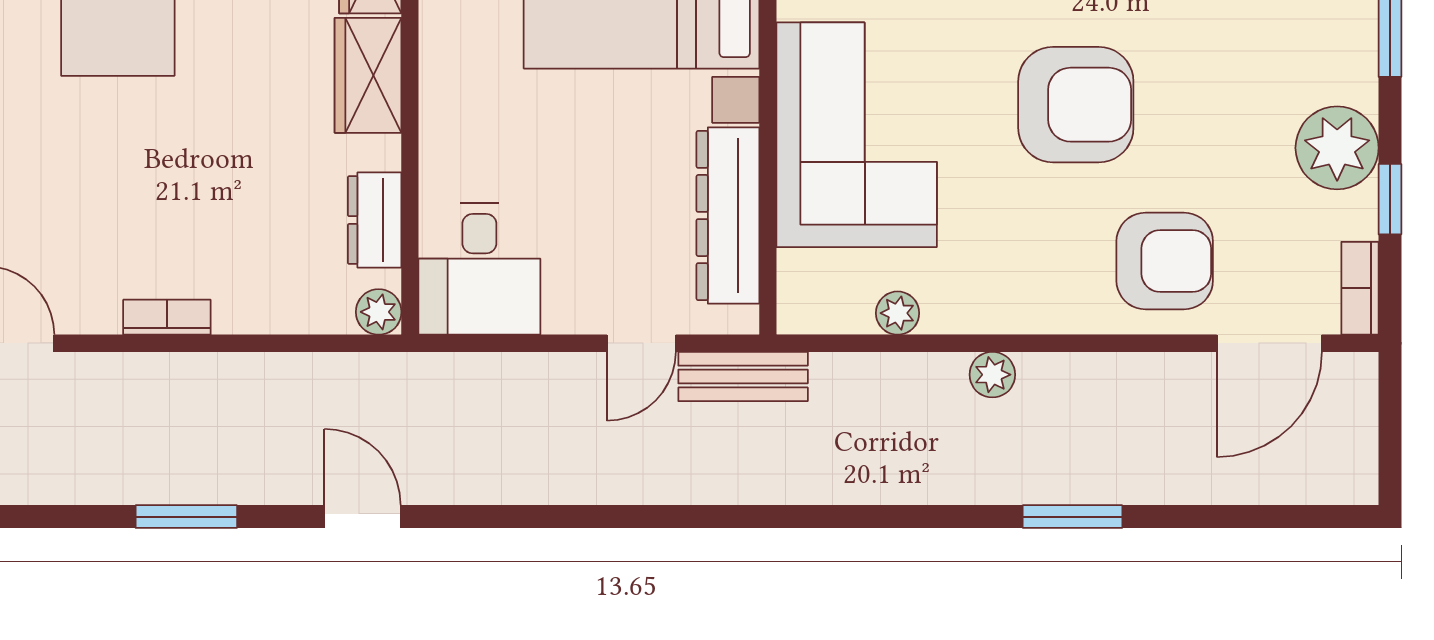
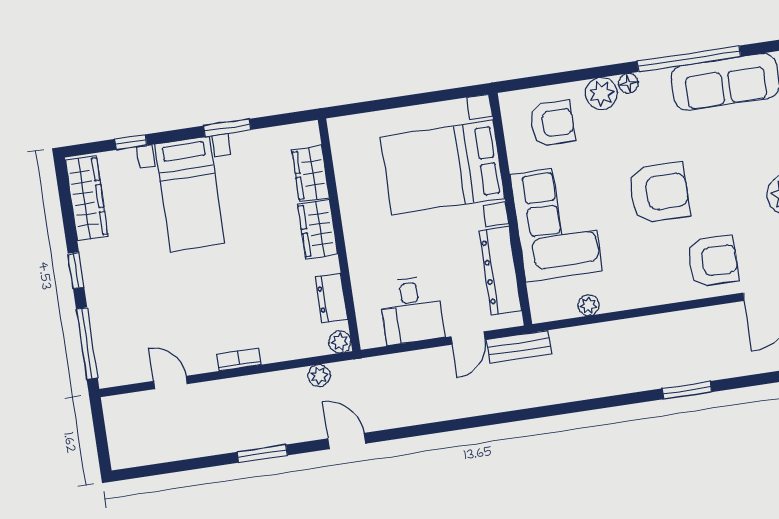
desk: (479, 269) -> (412, 310), moved
plant: (992, 375) -> (319, 376), moved

